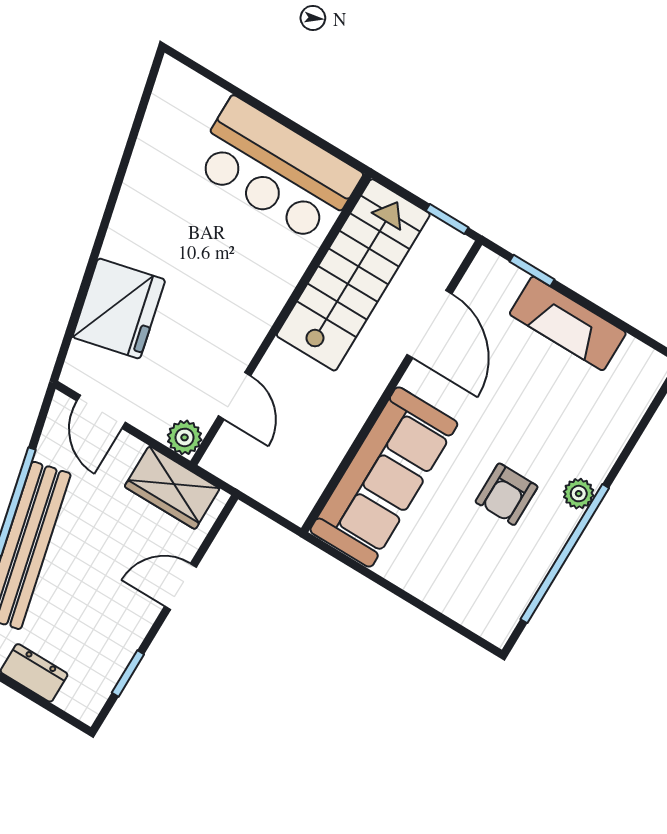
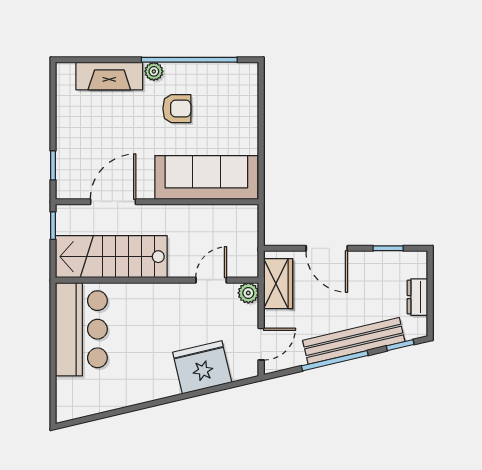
fireplace: (568, 323) -> (109, 76), moved, turned 90
door: (180, 587) -> (327, 248), width x1.38

